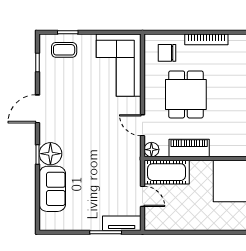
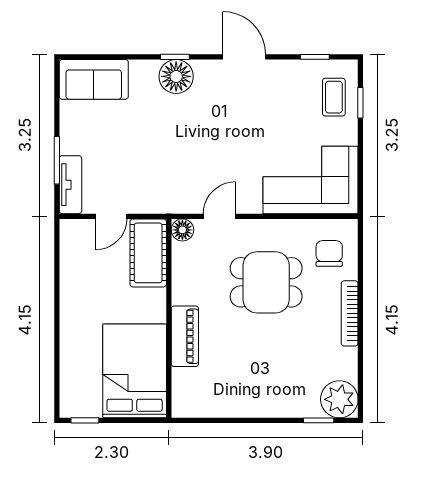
piano: (189, 148) -> (185, 336), moved
sofa: (52, 189) -> (94, 79), moved

